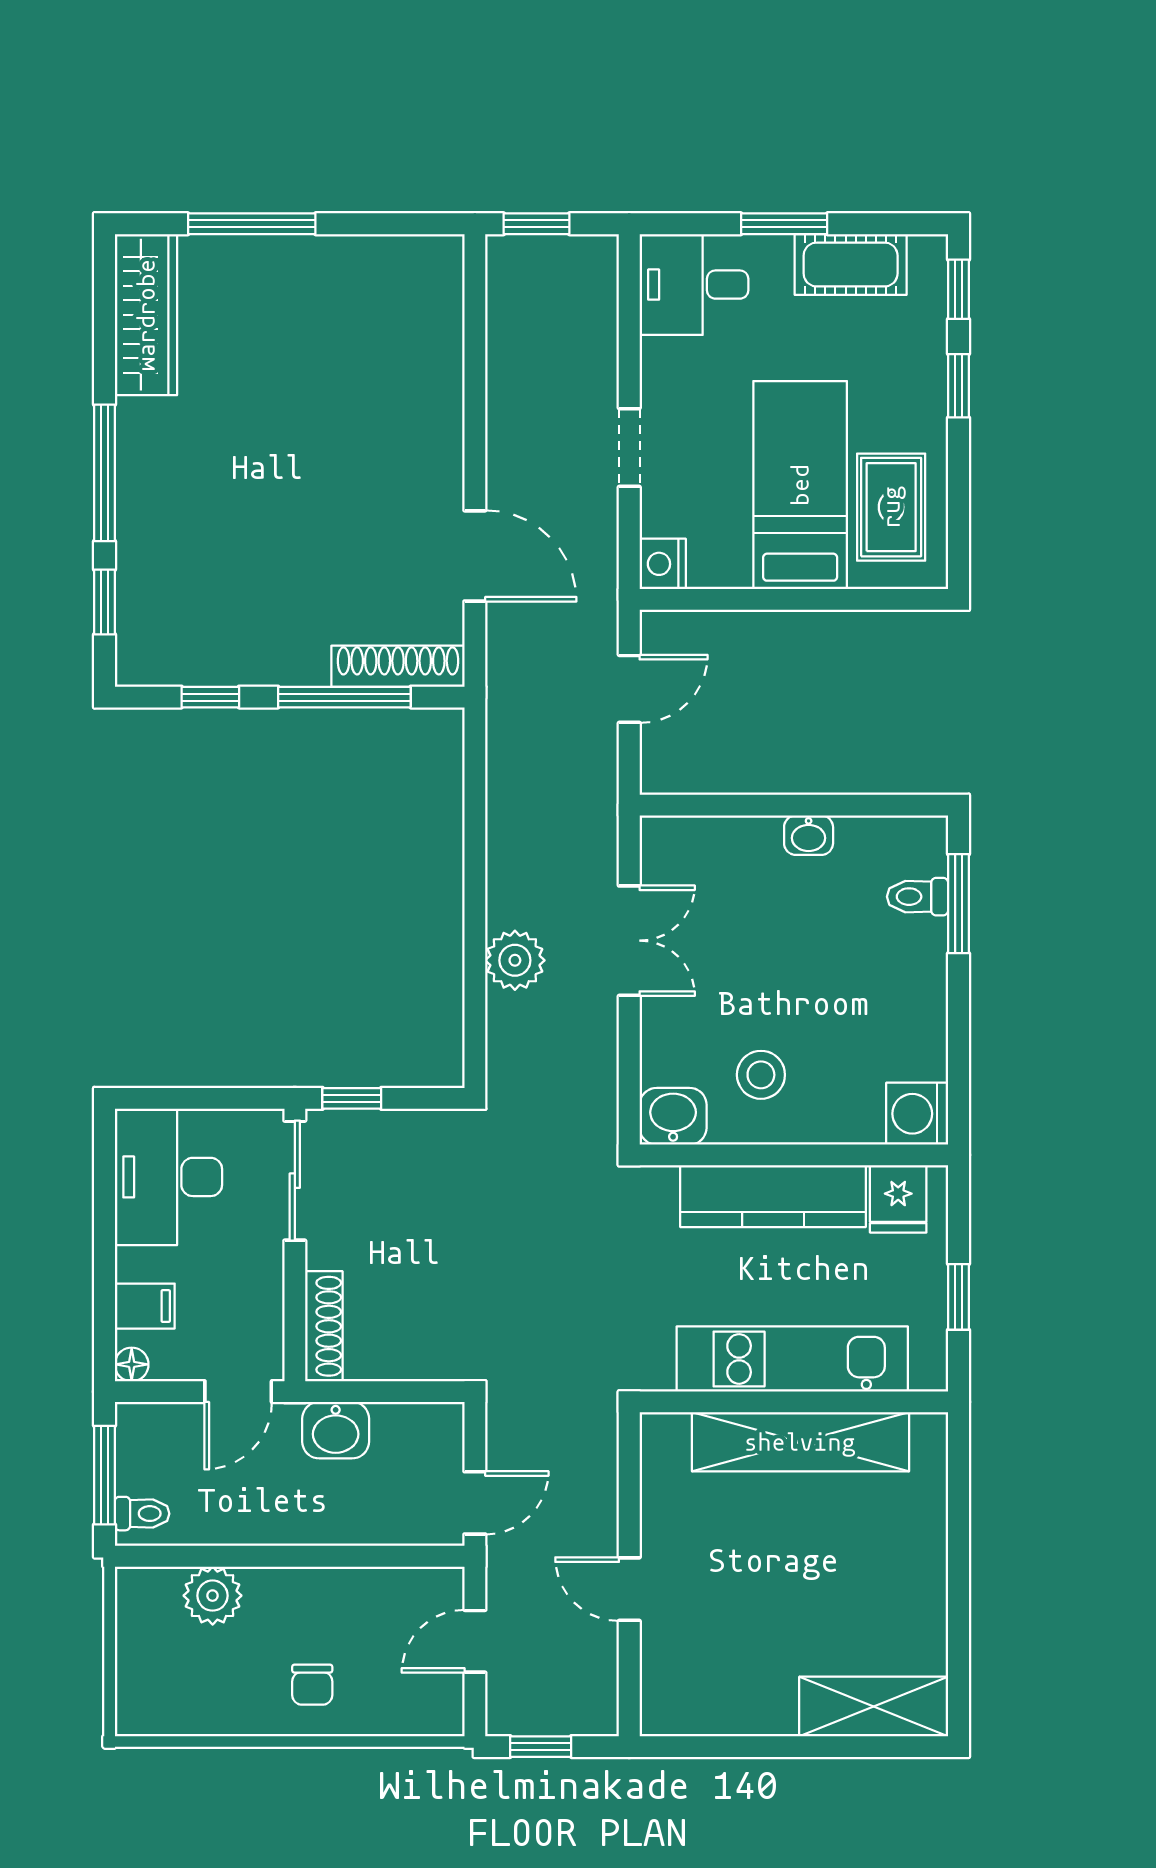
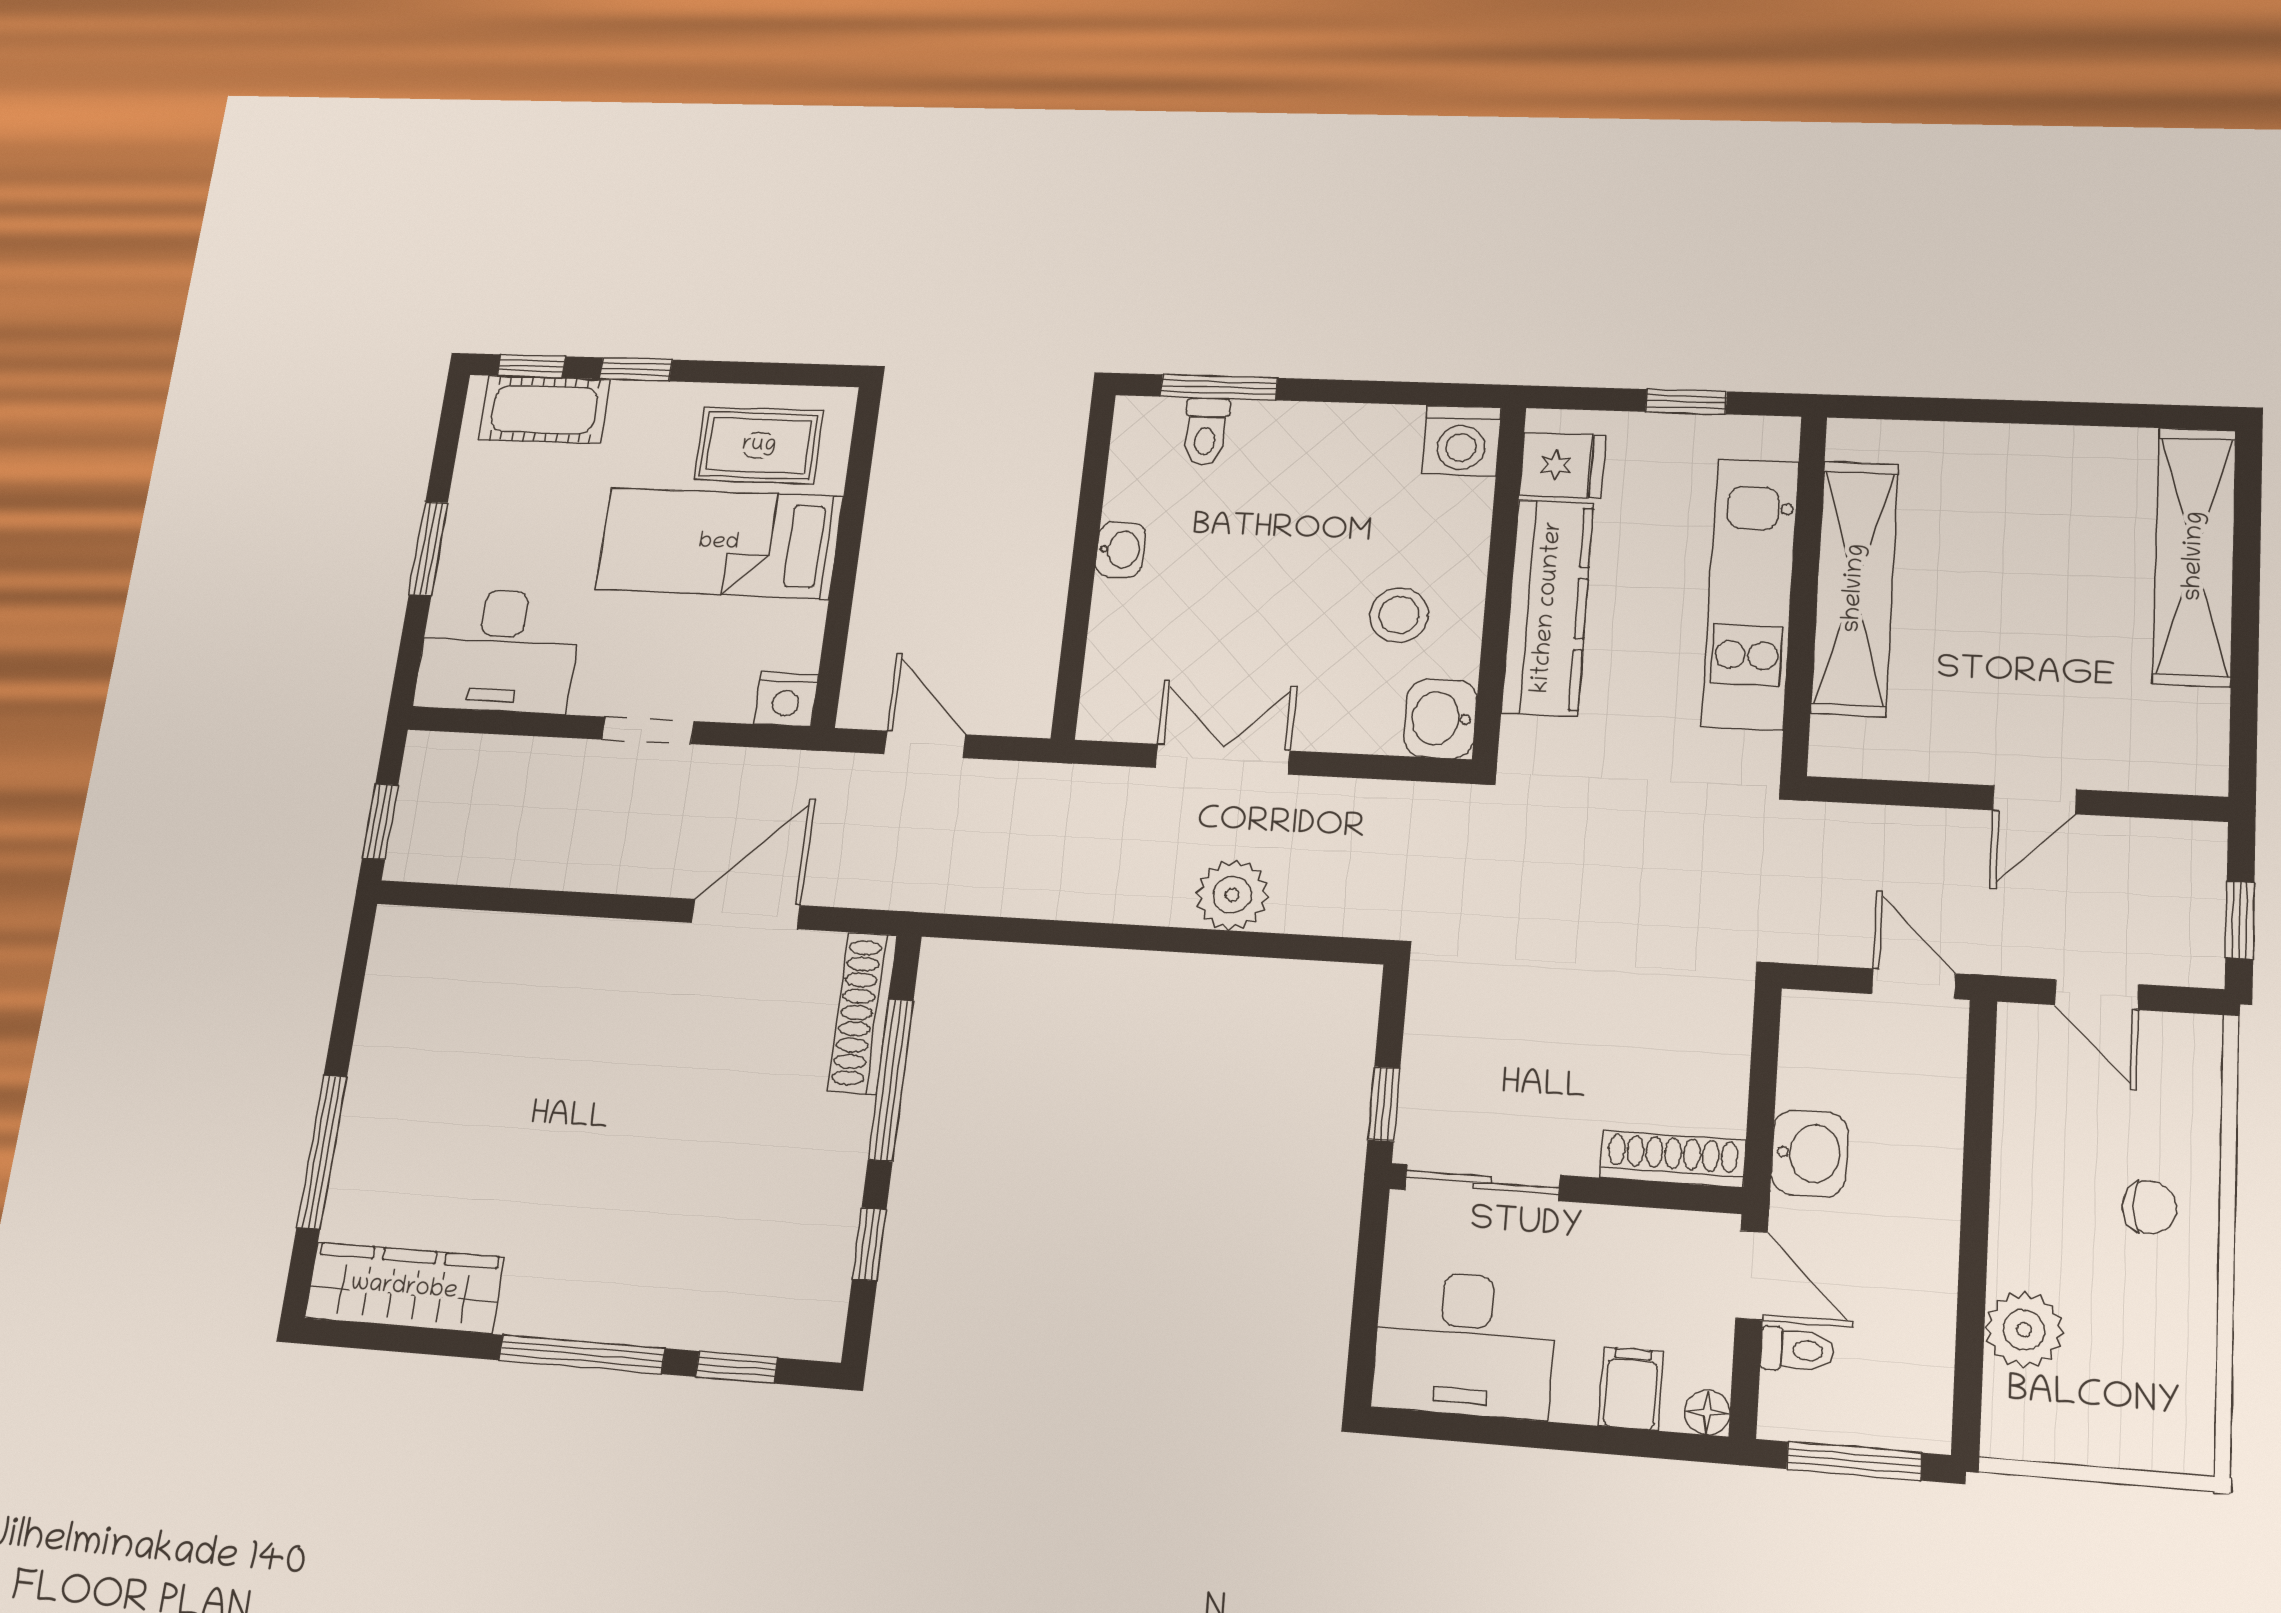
cot: (851, 265) -> (544, 410), moved, turned 90
desk: (694, 285) -> (498, 651), width x1.37
toilet: (142, 1514) -> (1798, 1350), moved, turned 90
shelving: (874, 1706) -> (2195, 556), width x1.47

